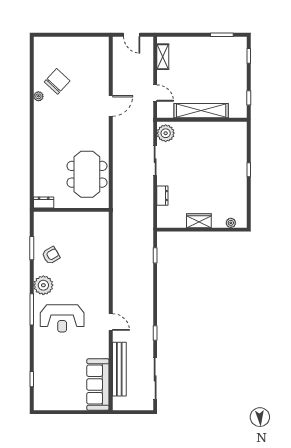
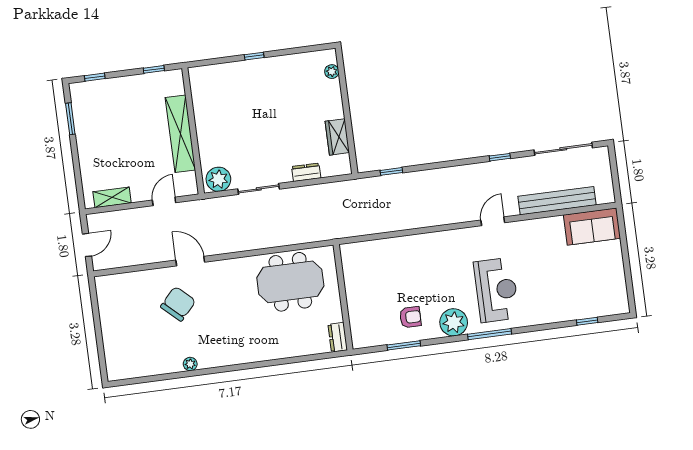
chair: (57, 81) -> (178, 304), moved, turned 90
wardrobe: (199, 221) -> (337, 137), moved
armchair: (51, 255) -> (410, 317), turned 120
sofa: (98, 384) -> (592, 226), width x0.73

